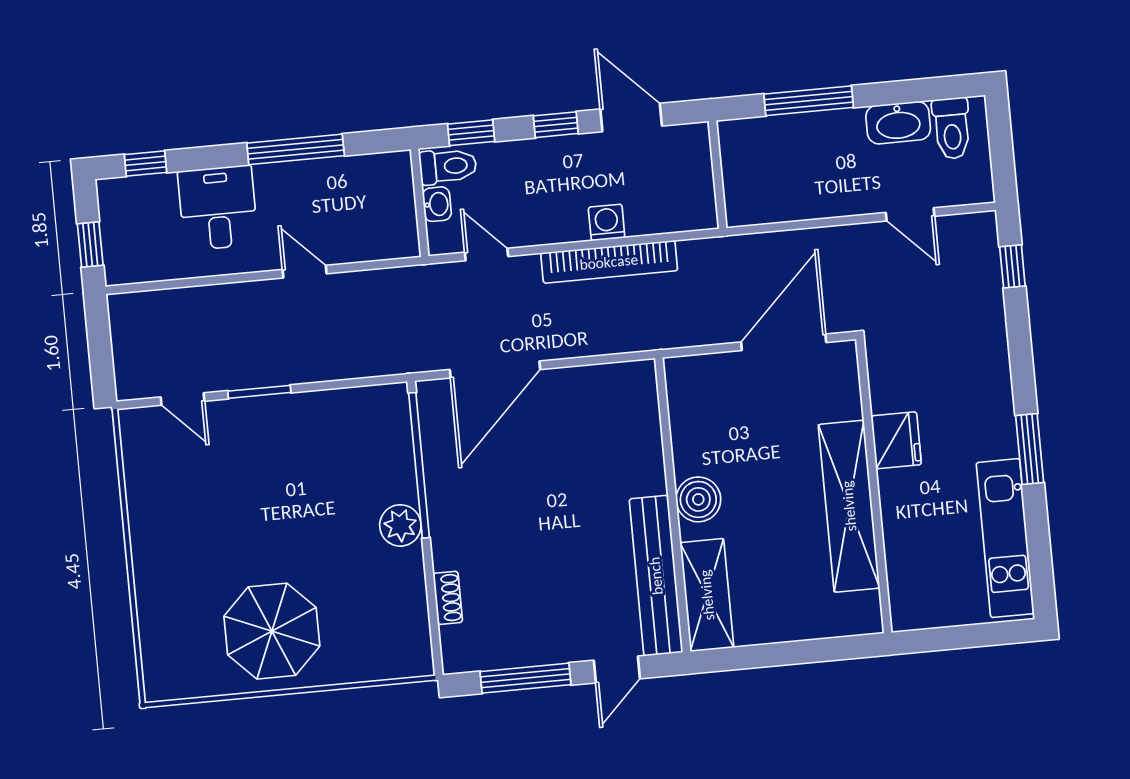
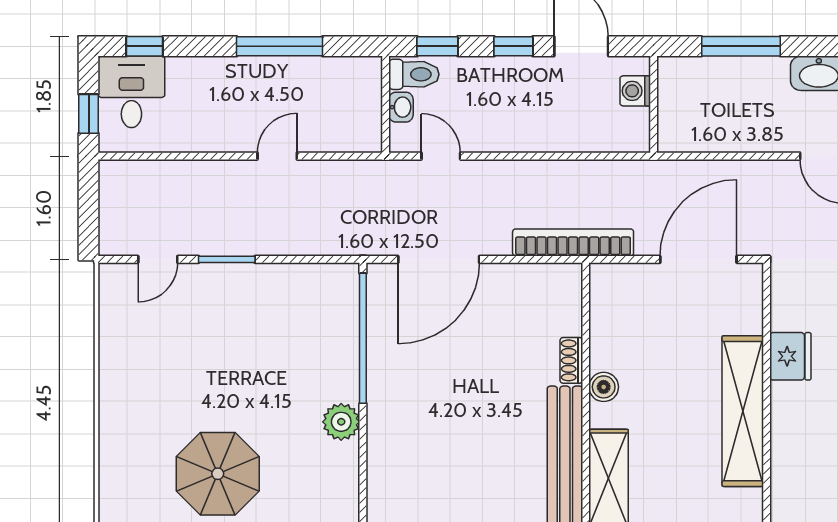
desk: (218, 208) -> (131, 92), moved
washing machine: (607, 222) -> (635, 91), moved, turned -90
bookcase: (609, 262) -> (573, 242), moved, turned 180
door: (305, 272) -> (277, 156), hinge flipped
door: (183, 399) -> (158, 259), hinge flipped
boiler: (698, 499) -> (604, 387), width x0.73, depth x0.73
plant: (400, 525) -> (341, 422), moved
shoe rack: (448, 598) -> (571, 360), moved, turned 180

